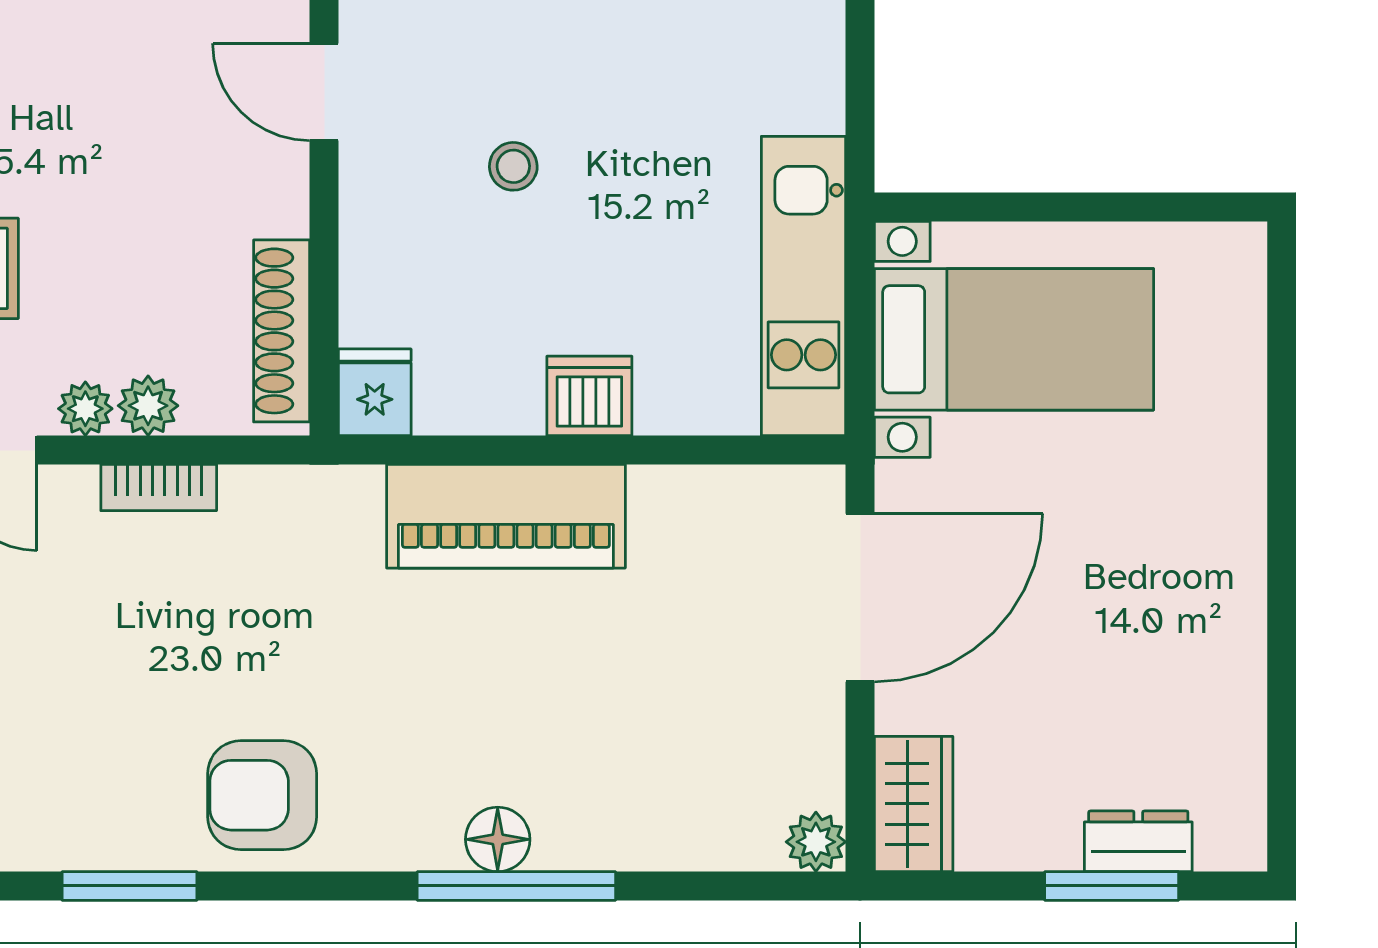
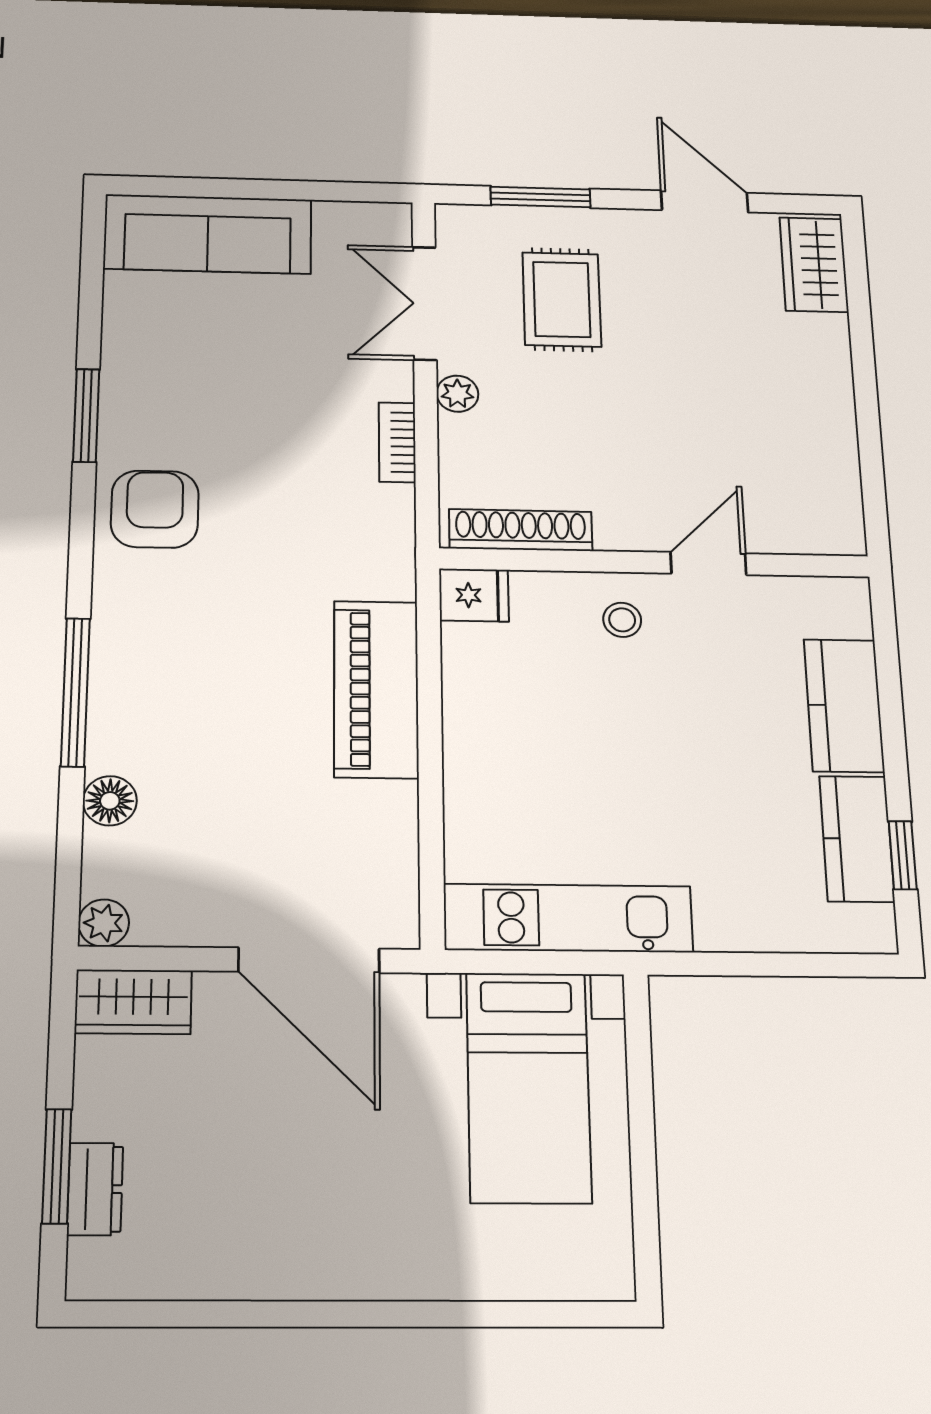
stool: (513, 166) -> (622, 620), moved
dishwasher: (589, 396) -> (474, 752), removed
plant: (148, 406) -> (460, 436), removed
floor lamp: (498, 839) -> (110, 801), moved

